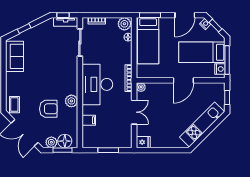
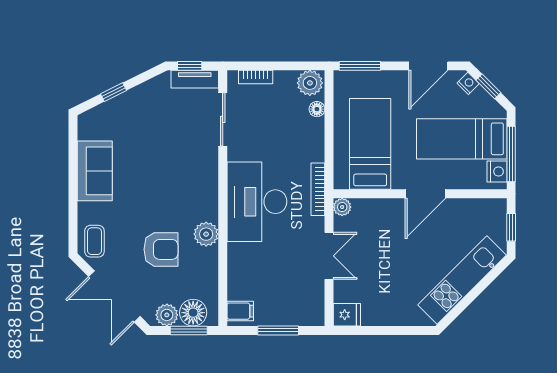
bed: (148, 41) -> (370, 144), moved, turned 180
sofa: (15, 56) -> (95, 171), moved
filing cabinet: (89, 120) -> (240, 311), moved

